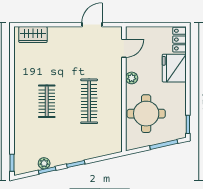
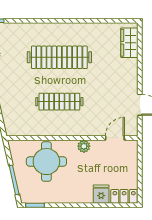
door: (124, 48) -> (115, 138), swing flipped
fridge: (174, 68) -> (101, 194), width x0.53, depth x0.75
clothes rail: (47, 101) -> (59, 57), width x1.86, depth x1.31

